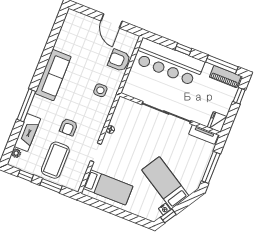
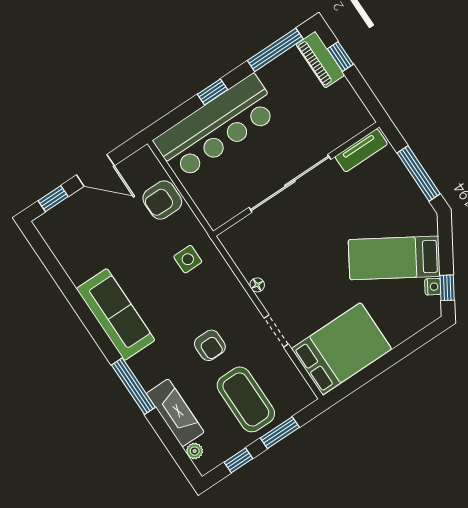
window: (86, 11) -> (53, 199), added
piano: (225, 77) -> (320, 60), moved, turned 90
fridge: (217, 122) -> (357, 117), removed
bed: (108, 187) -> (342, 349), width x1.50

